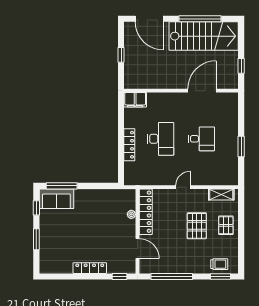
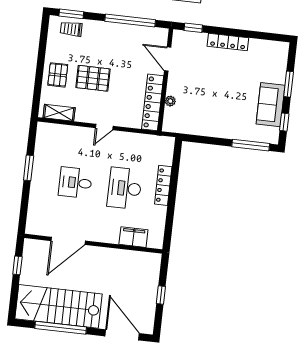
filing cabinet: (135, 100) -> (133, 237), moved
sofa: (56, 199) -> (270, 105), moved, turned -90
pallet: (197, 226) -> (93, 78), turned 90

